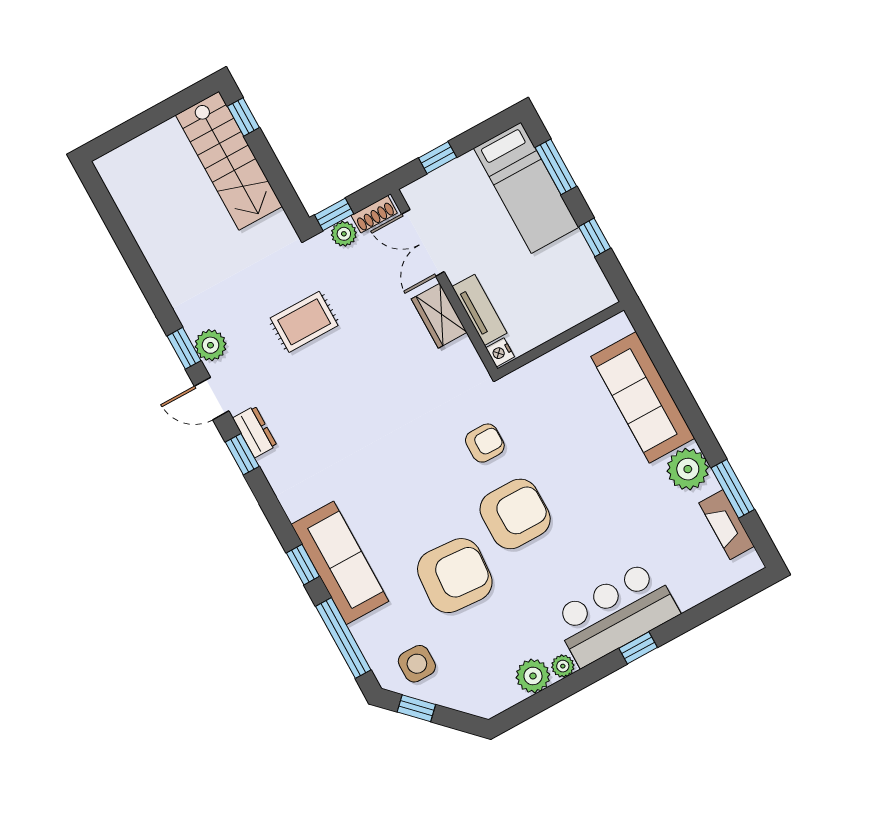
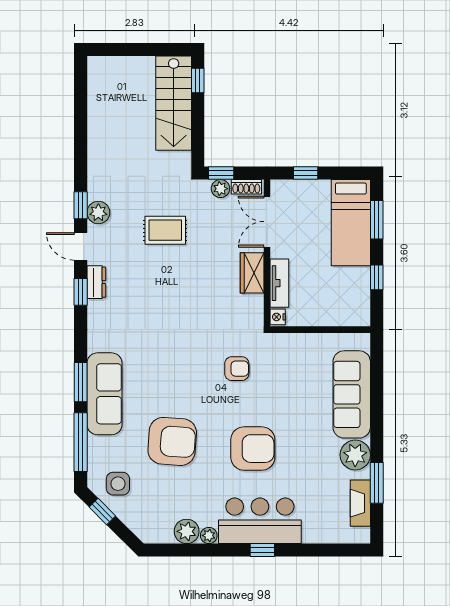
armchair: (515, 514) -> (253, 449), moved
window: (303, 565) -> (81, 382), width x1.50

